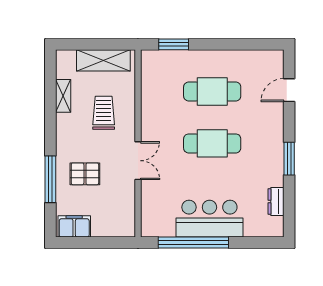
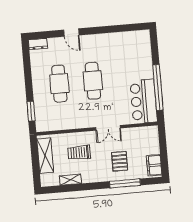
door: (289, 90) -> (71, 32), moved
window: (289, 159) -> (98, 30), removed
double door: (138, 161) -> (108, 128), swing flipped
dresser: (276, 202) -> (38, 44), moved
bar counter: (209, 219) -> (144, 101), moved

